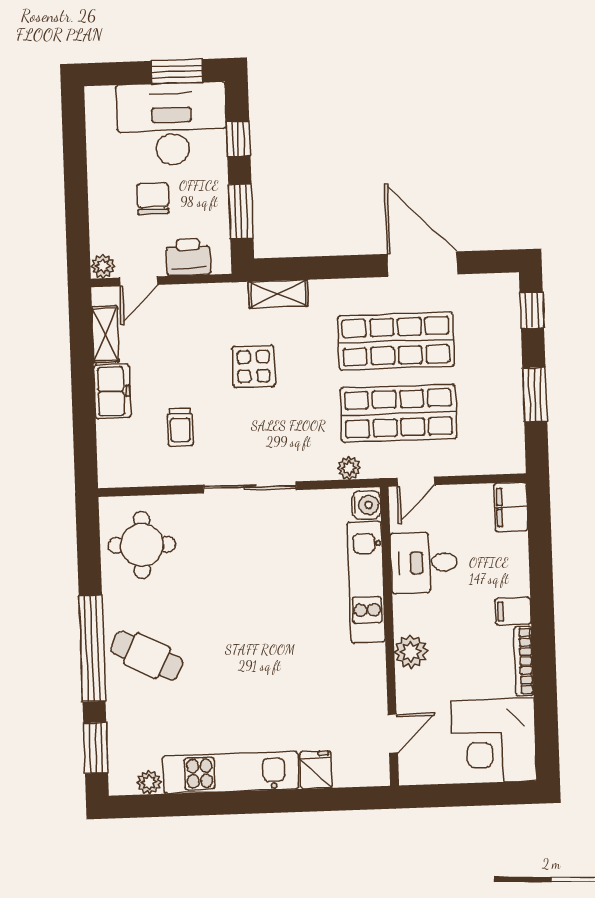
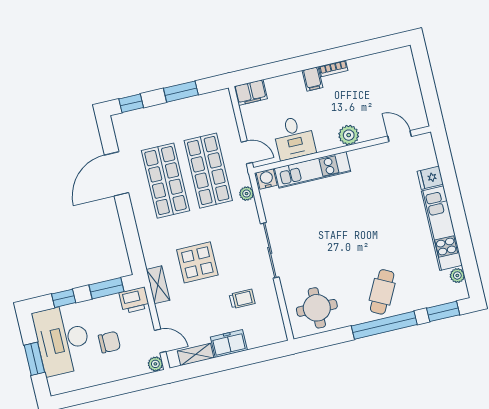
window: (177, 71) -> (34, 359), moved
chair: (153, 199) -> (109, 342), turned 180
printer: (188, 257) -> (134, 300), moved, turned -90
shelving: (278, 294) -> (158, 285), moved
display table: (254, 366) -> (197, 262), width x1.36, depth x1.36
bookcase: (524, 661) -> (334, 68), width x0.64
corner desk: (494, 741) -> (392, 75), removed

